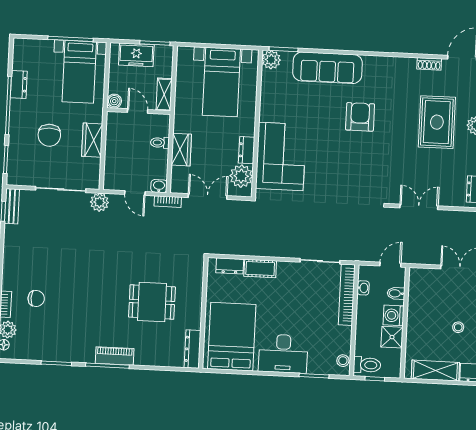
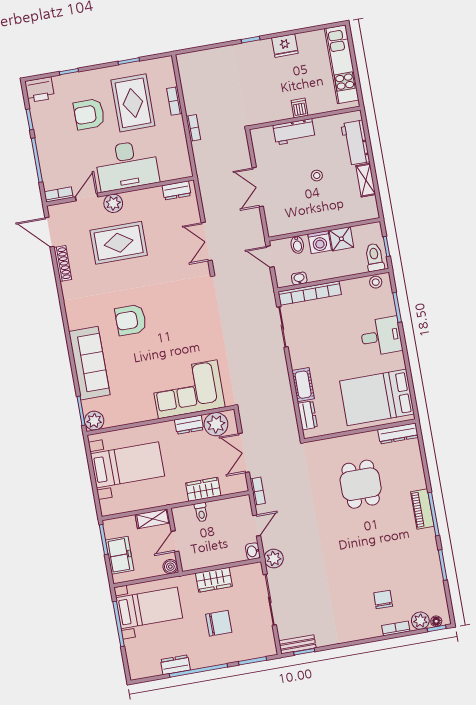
shoe rack: (429, 64) -> (63, 263), width x1.43
washbasin: (159, 186) -> (253, 551), moved
desk: (283, 354) -> (381, 336), width x0.73
shelving: (435, 371) -> (366, 180), width x0.67, depth x0.75

